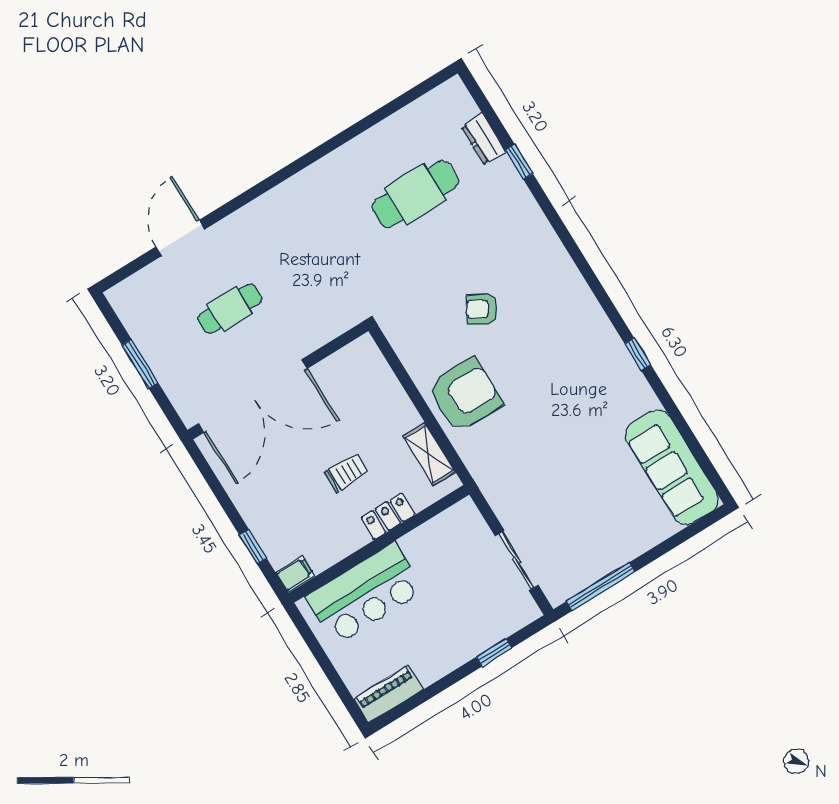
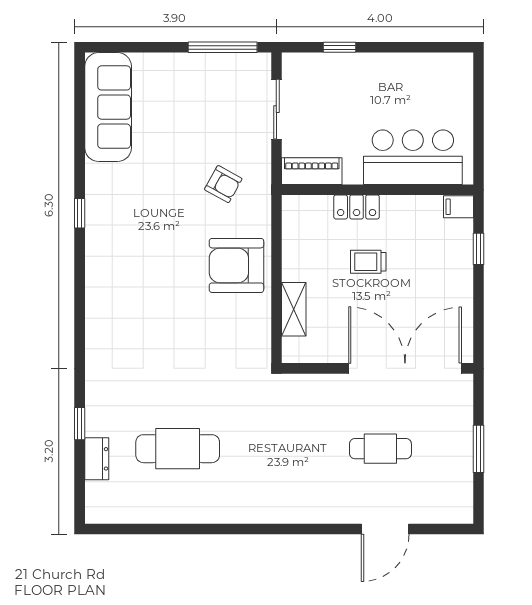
armchair: (482, 309) -> (223, 184), moved
shelving: (429, 454) -> (294, 309), moved
piano: (389, 694) -> (312, 171), moved, turned 180

